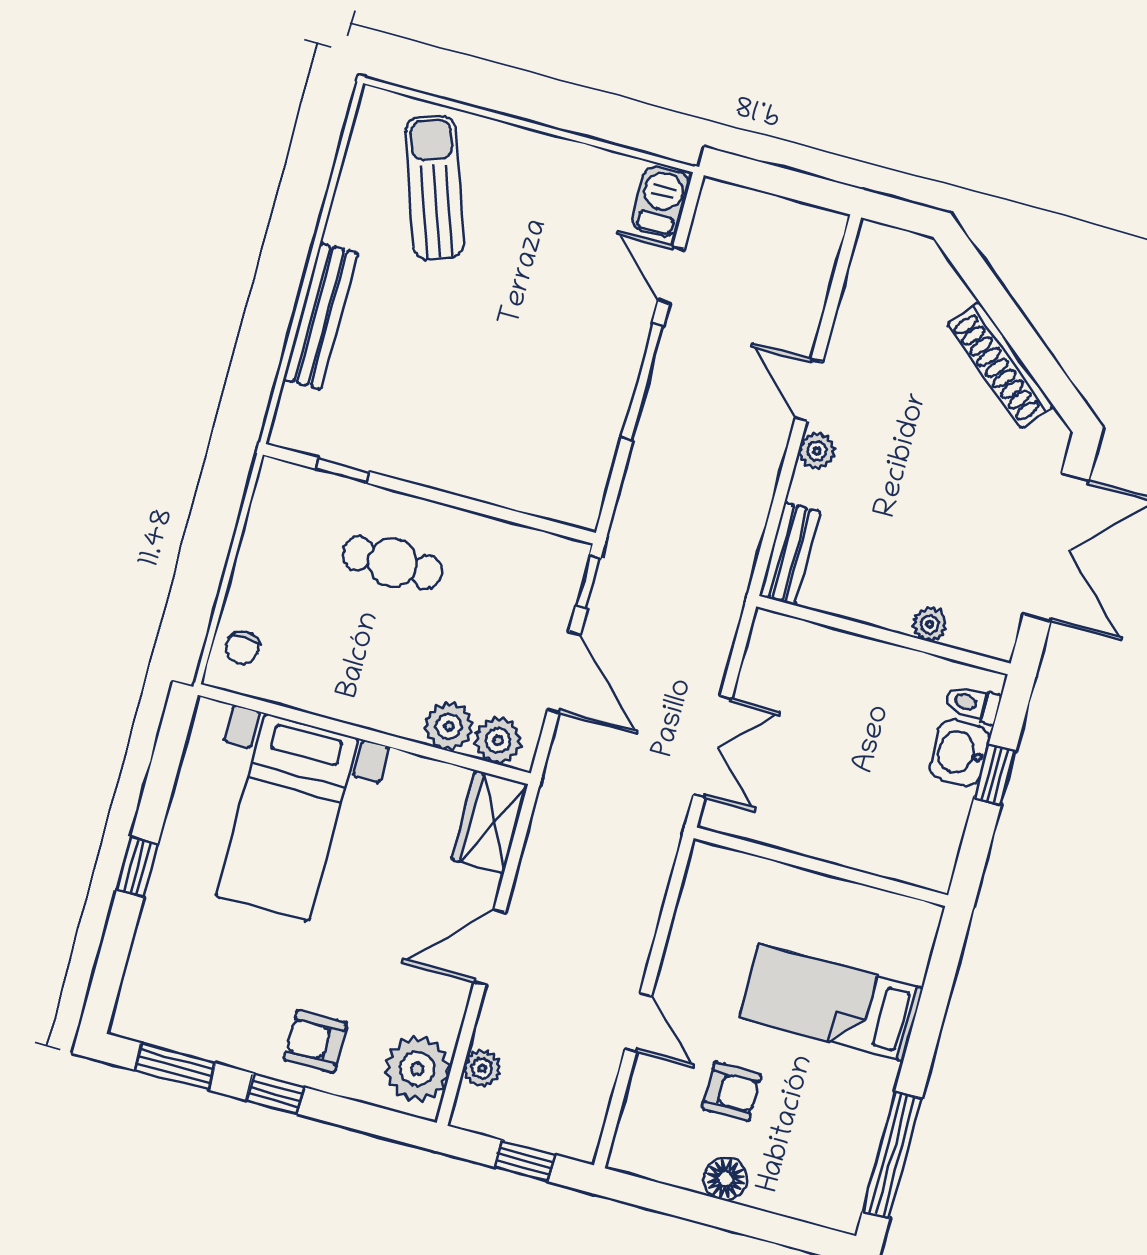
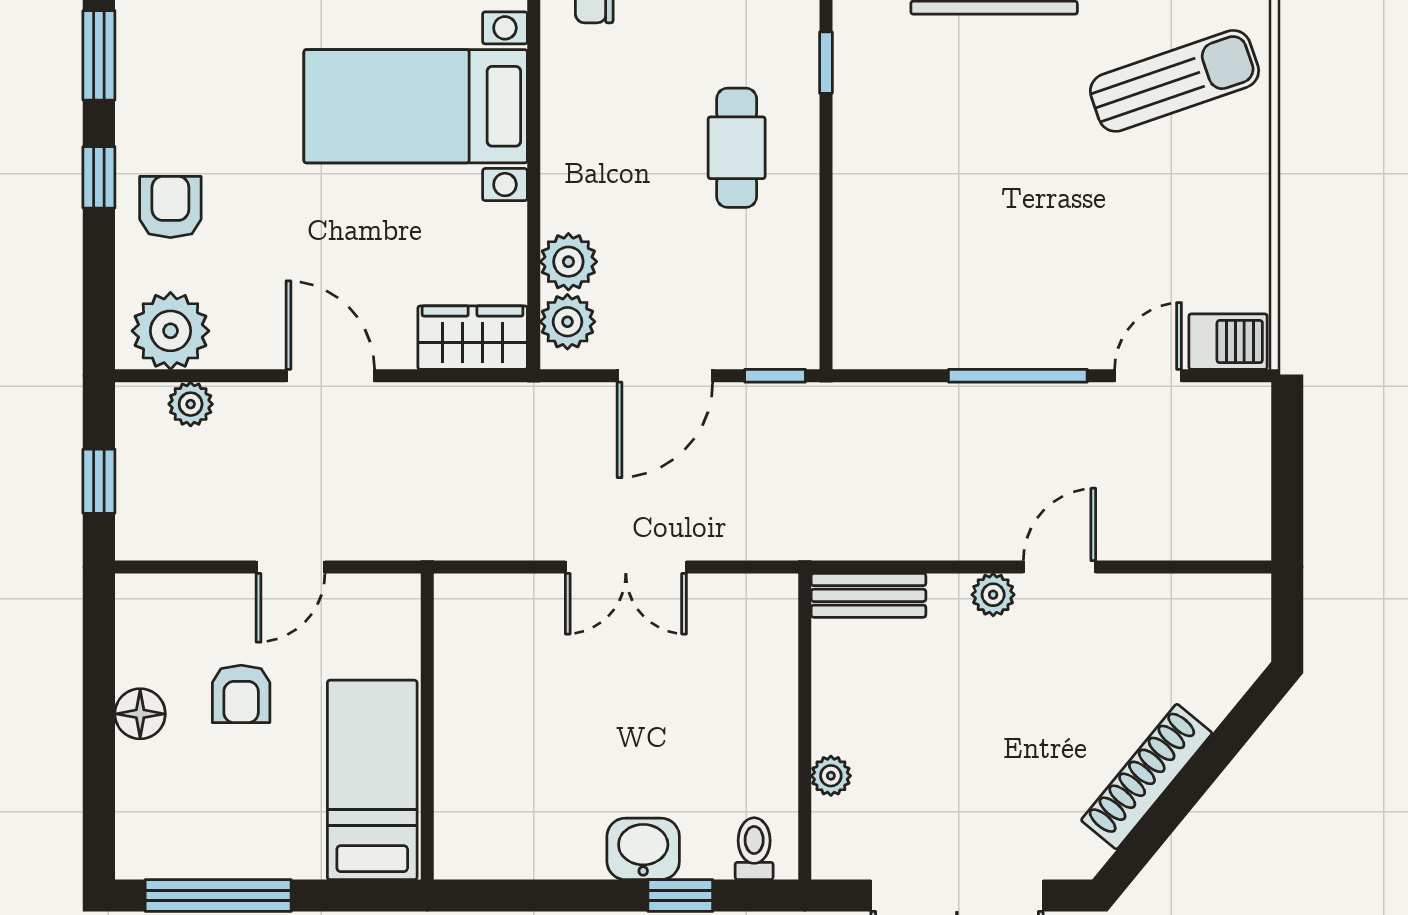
washbasin: (960, 753) -> (643, 849), moved
wall: (821, 867) -> (427, 727), moved

